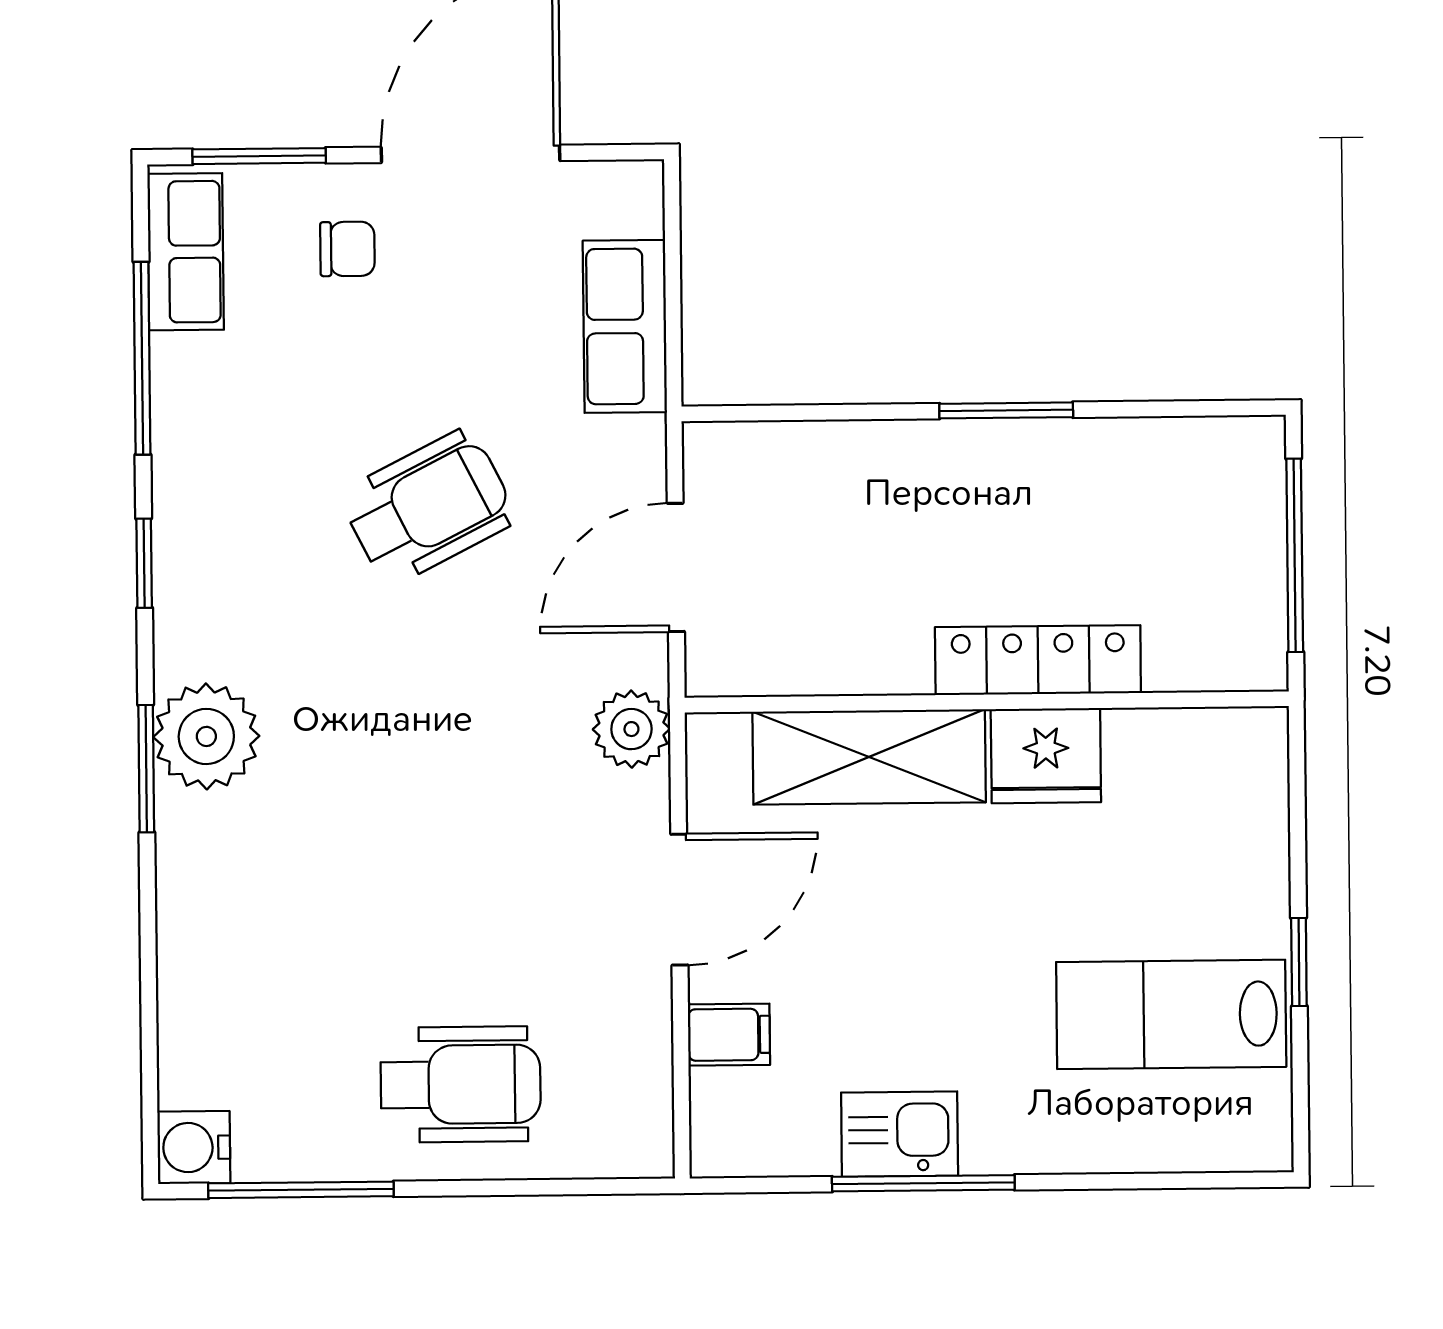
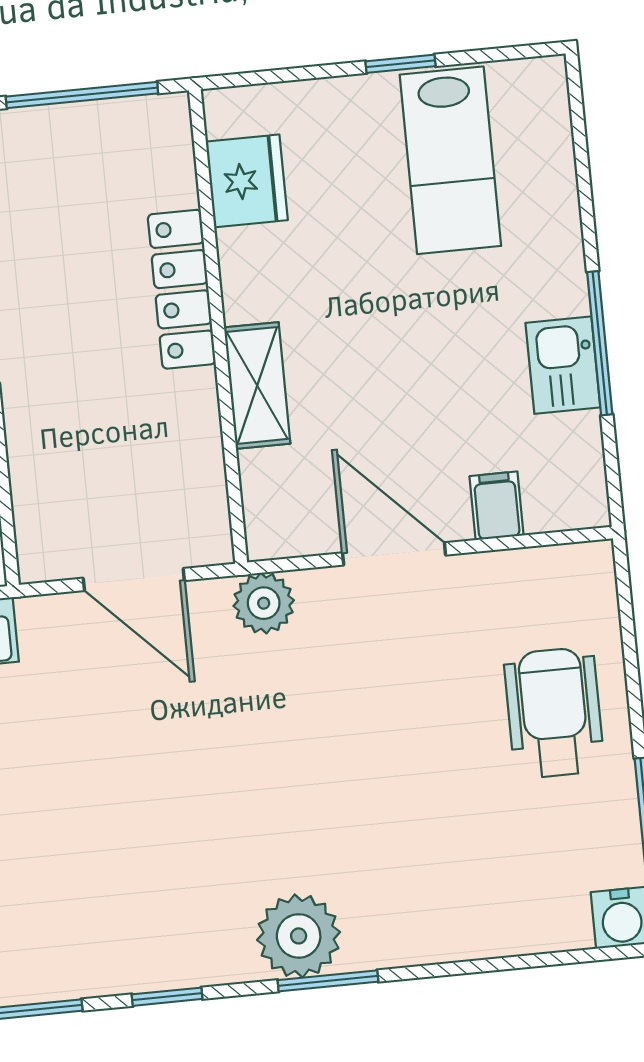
wheelchair: (428, 507) -> (103, 778), removed
fridge: (1046, 756) -> (247, 181), moved
shelving: (869, 757) -> (257, 385), width x0.67, depth x0.75

